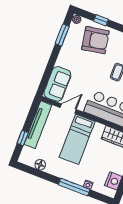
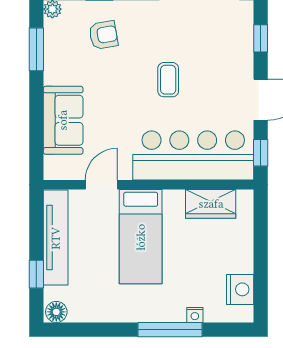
armchair: (95, 40) -> (103, 35), width x0.53, depth x0.53
sofa: (57, 84) -> (63, 120), moved
floor lamp: (40, 165) -> (56, 312), moved

